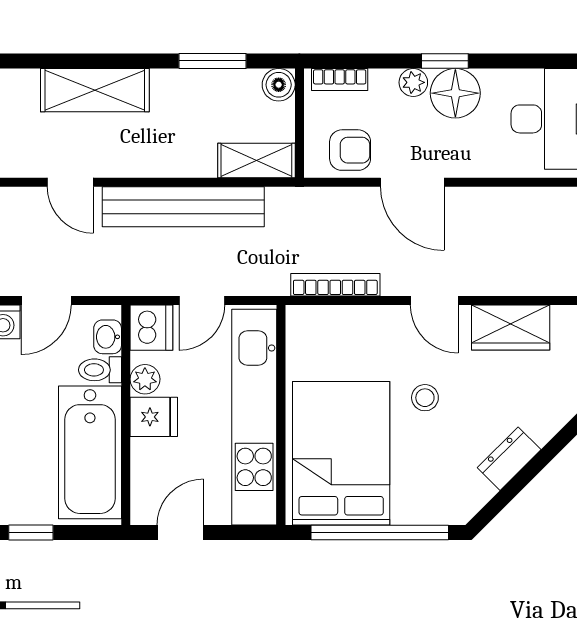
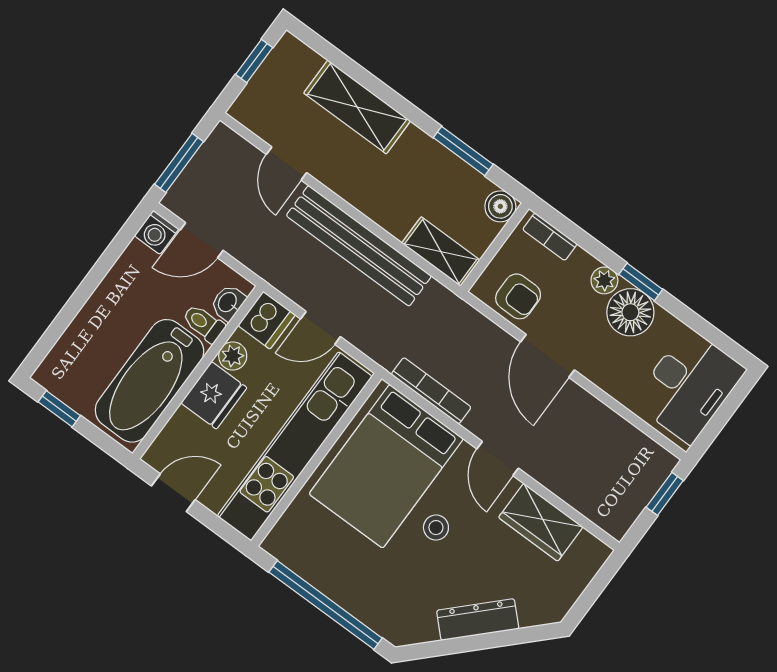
fridge: (154, 417) -> (214, 395), width x1.38
bed: (341, 453) -> (386, 466), moved, turned 180
dresser: (509, 459) -> (478, 620), width x1.44

